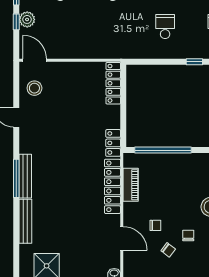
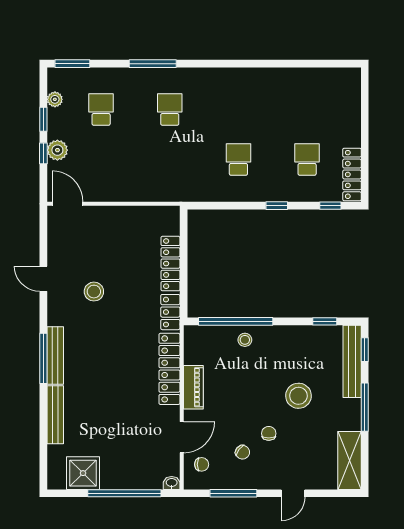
locker: (113, 83) -> (170, 264), moved
stool: (34, 88) -> (94, 292), moved
stool: (170, 164) -> (245, 340), added
piano: (131, 185) -> (193, 387), moved
chair: (155, 225) -> (202, 464), moved
door: (122, 238) -> (182, 437), hinge flipped

